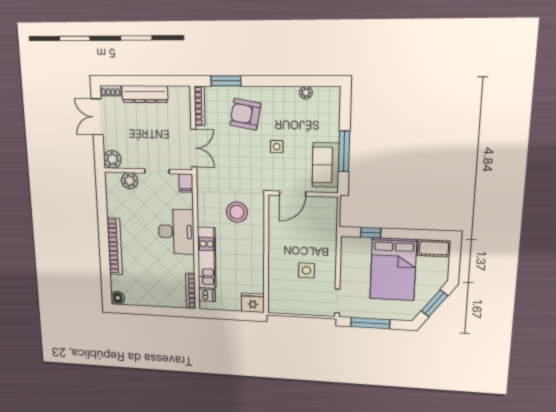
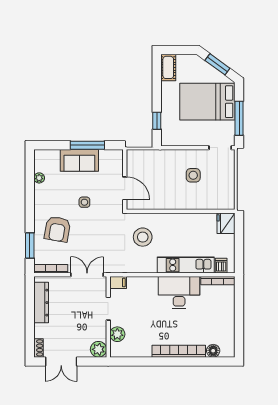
dresser: (145, 94) -> (41, 303), moved
sofa: (326, 165) -> (79, 160), moved
desk: (176, 232) -> (179, 293), moved
bed: (393, 269) -> (207, 102), moved, turned 180
floor lamp: (118, 298) -> (213, 351), moved

